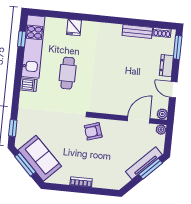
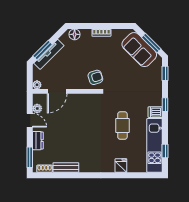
window: (16, 92) -> (165, 105), added
plant: (162, 114) -> (37, 108), moved
floor lamp: (112, 183) -> (75, 34), added

